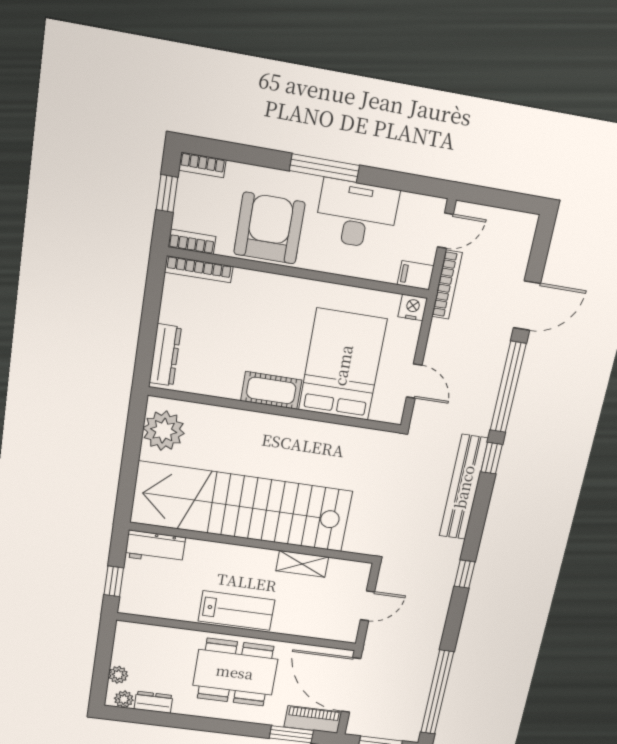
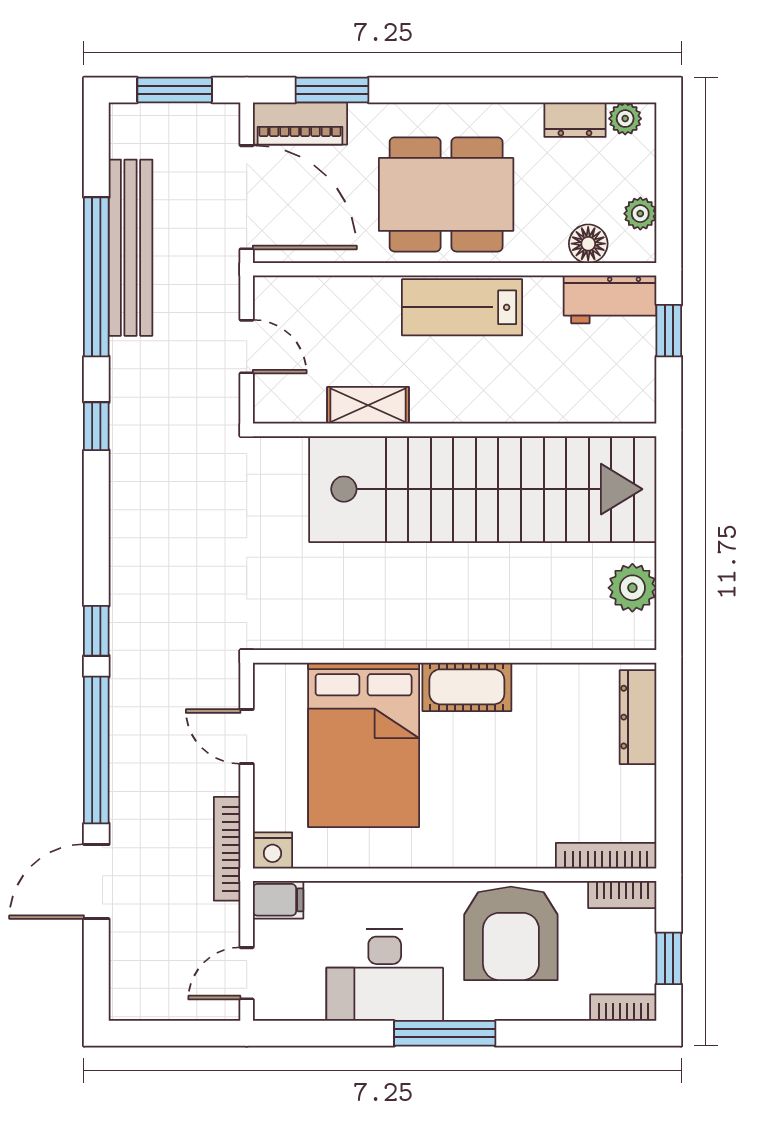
bookcase: (447, 285) -> (227, 849), moved
plant: (164, 431) -> (632, 588), width x0.73, depth x0.73
bench: (464, 487) -> (131, 248), moved
workbench: (155, 547) -> (610, 299), moved, turned 180
door: (368, 606) -> (247, 347), swing flipped
floor lamp: (156, 635) -> (588, 244), added
plant: (118, 675) -> (640, 214), moved
window: (437, 692) -> (96, 277), moved

